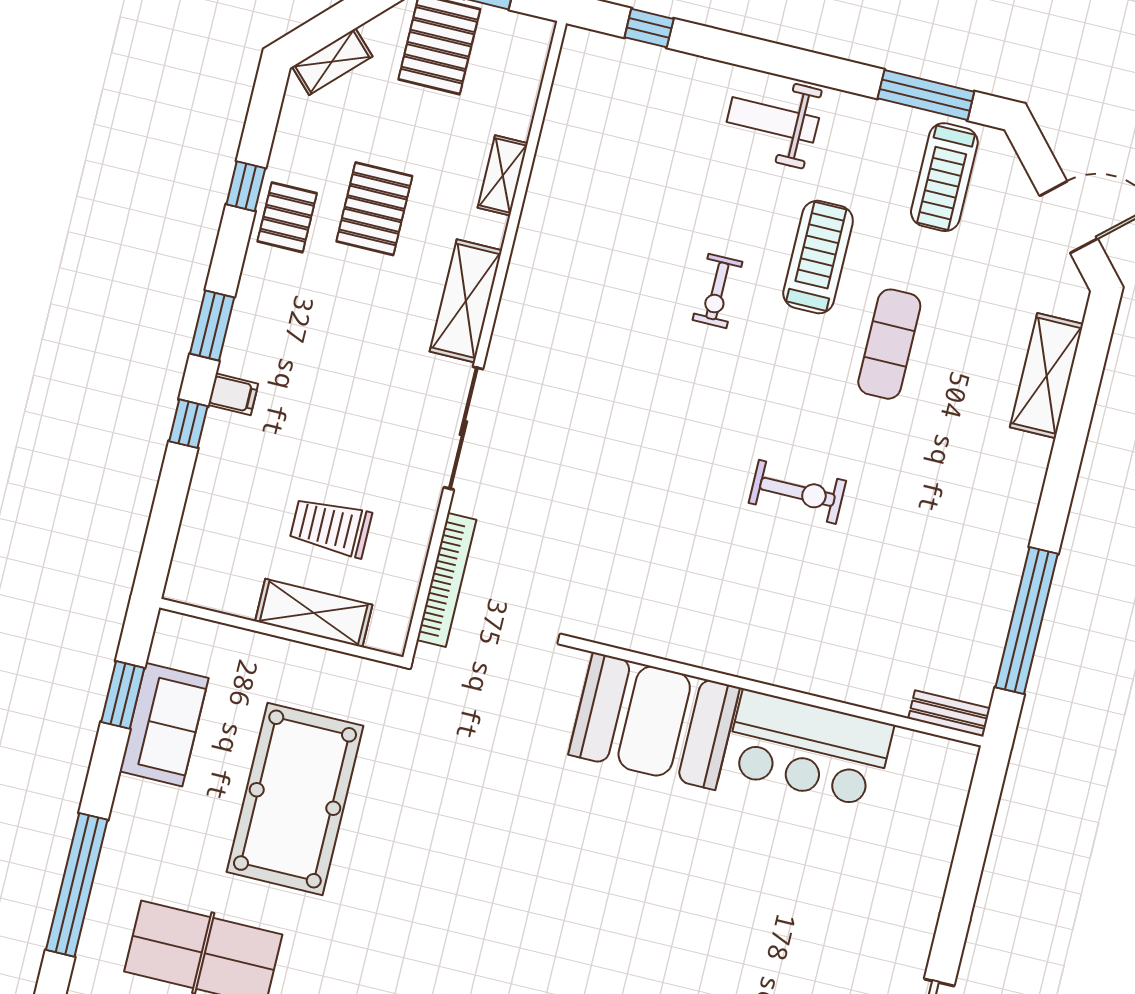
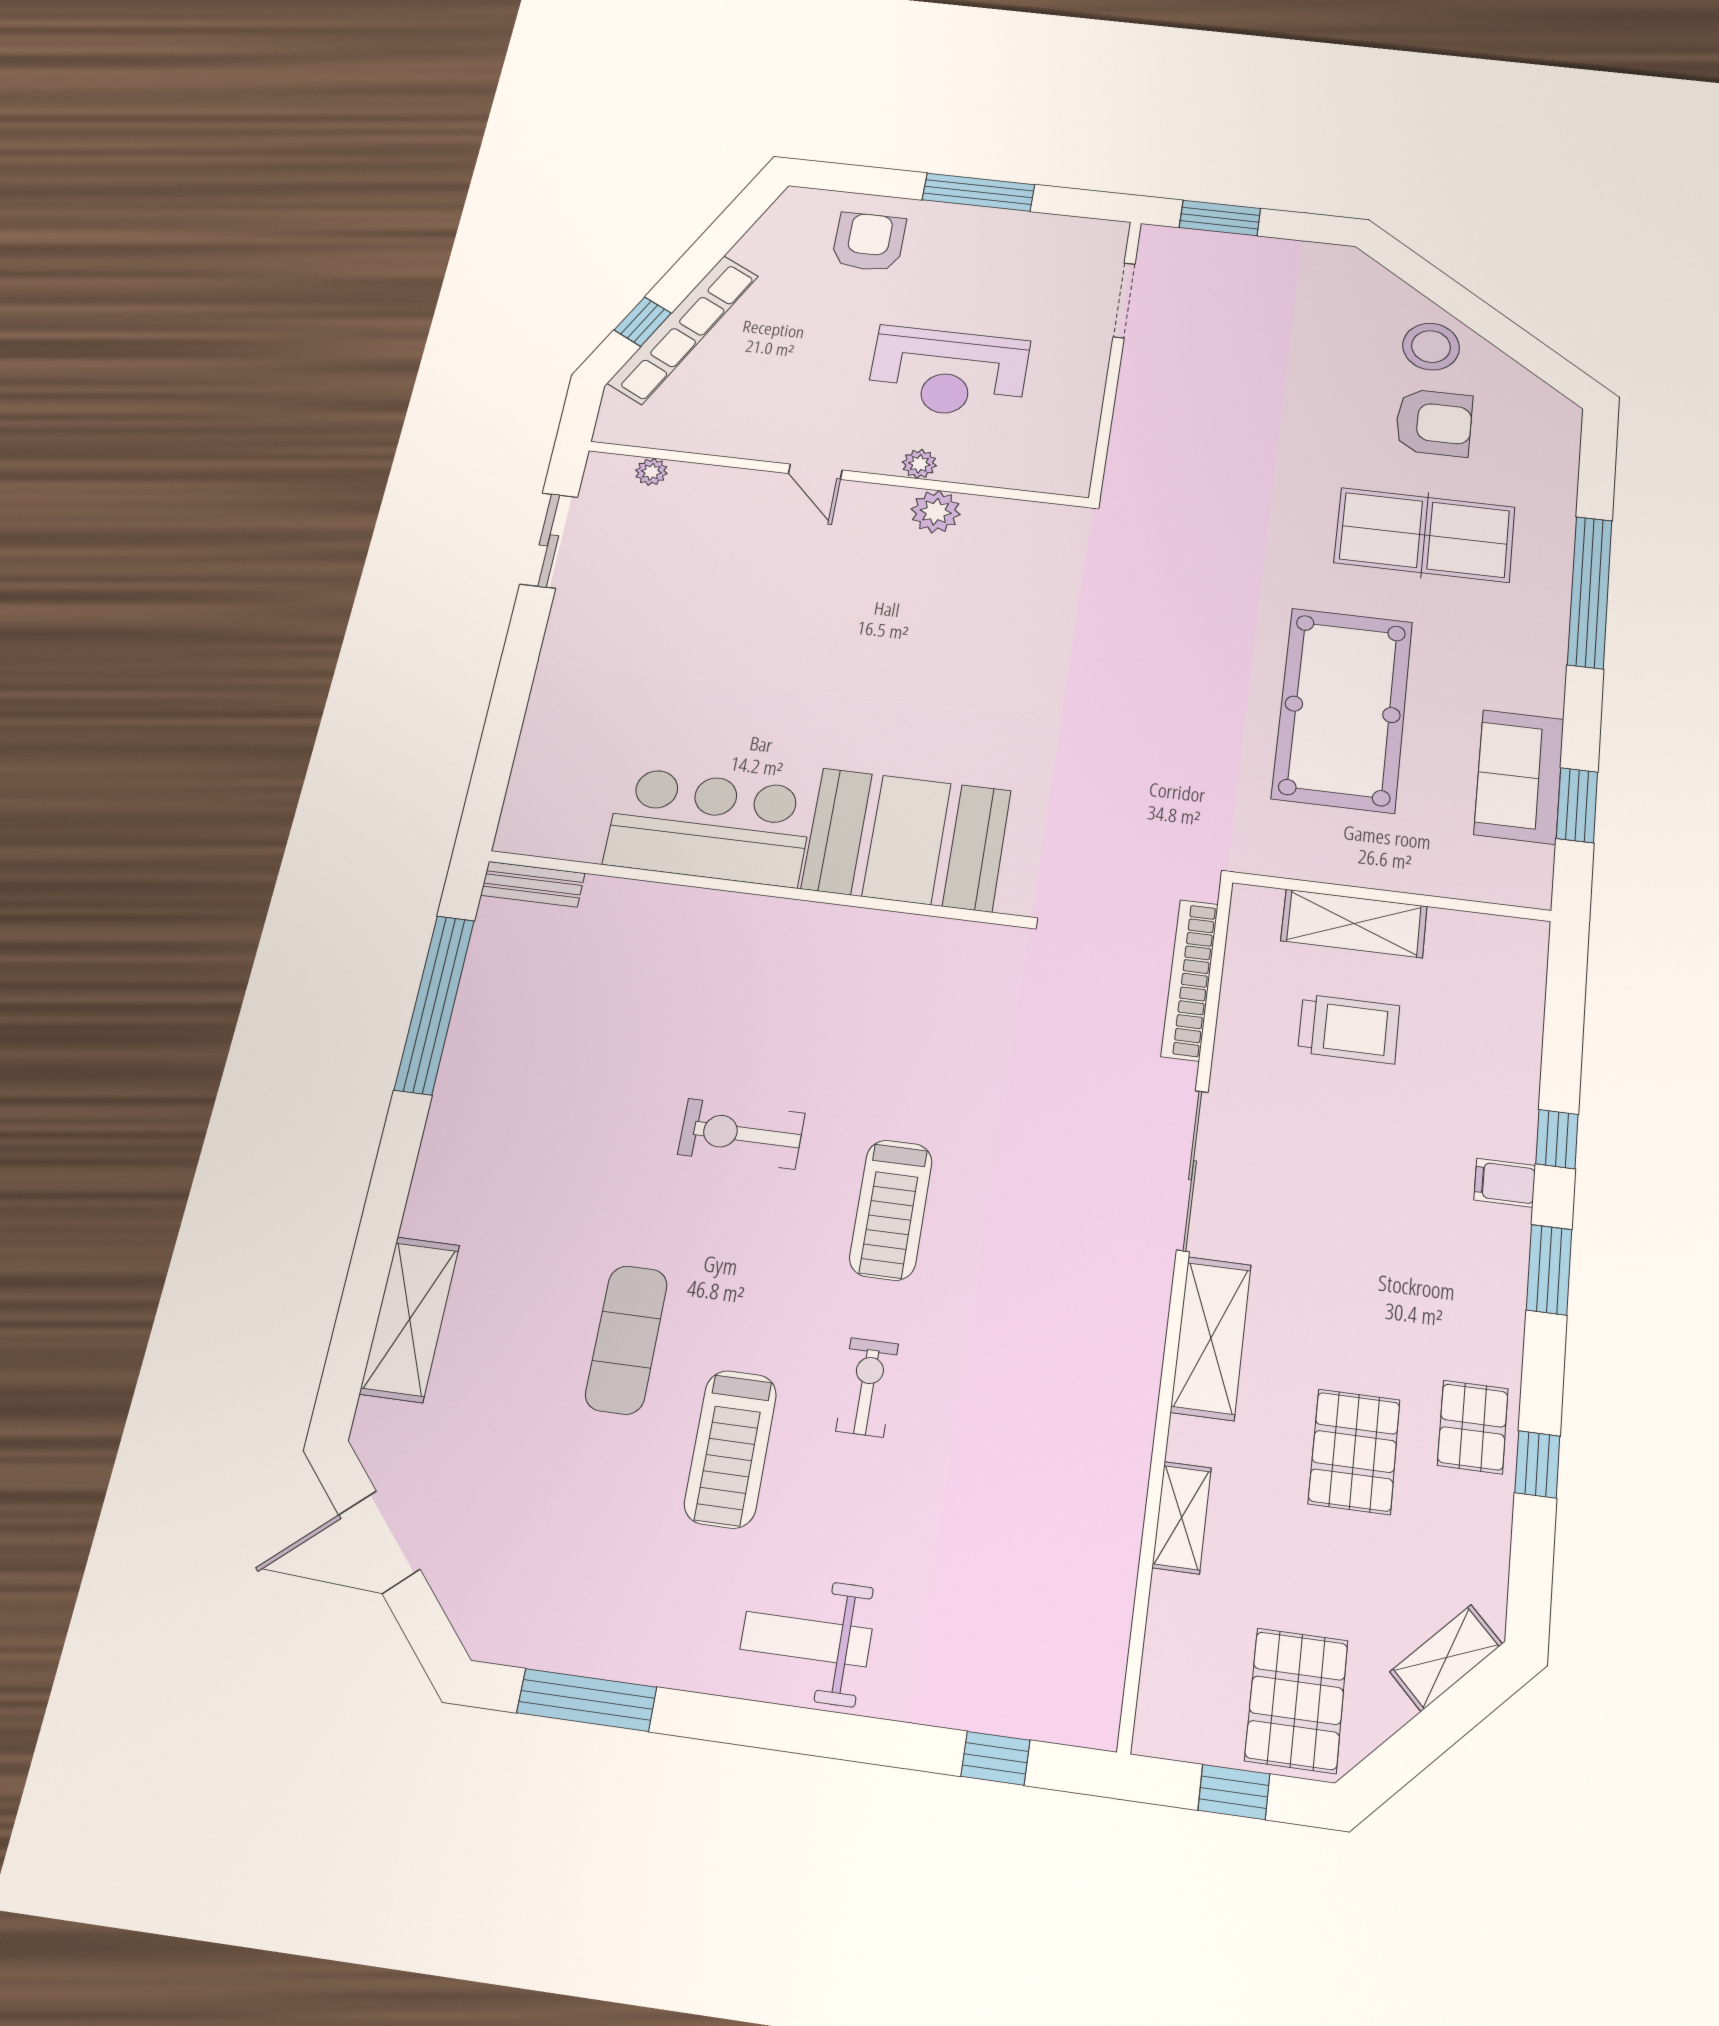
weight bench: (773, 120) -> (806, 1639), turned 180
treadmill: (944, 177) -> (891, 1210), moved, turned 180

